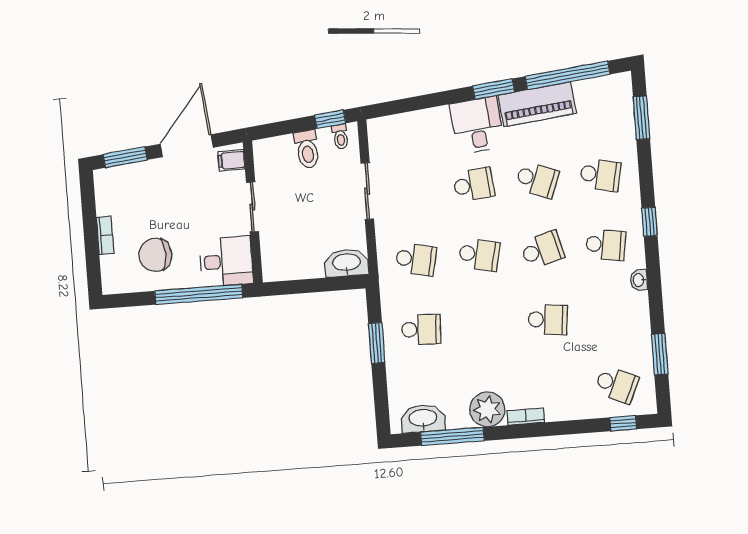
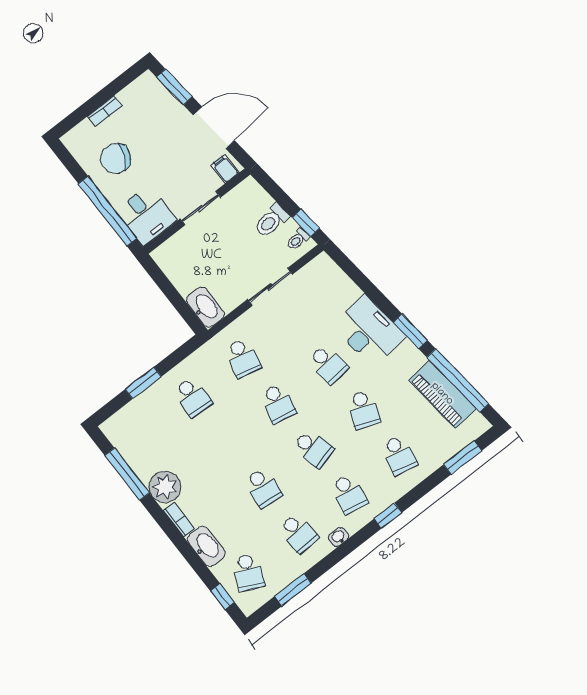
piano: (537, 104) -> (442, 394), moved
desk: (477, 125) -> (369, 331), width x1.37
chair: (155, 255) -> (116, 159), turned -67
school desk: (611, 315) -> (298, 533), added
window: (377, 343) -> (143, 383), moved
washbasin: (423, 419) -> (206, 546), moved

